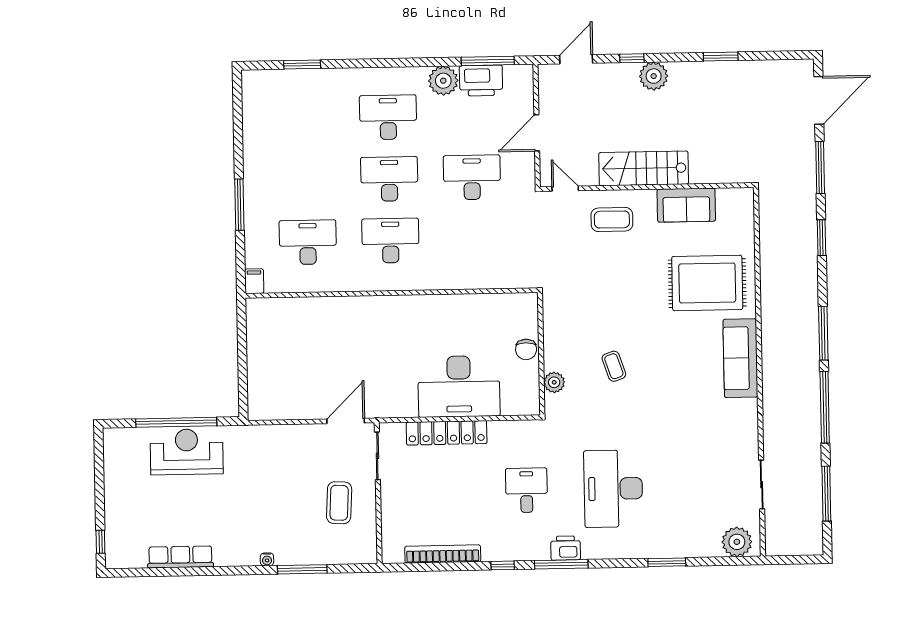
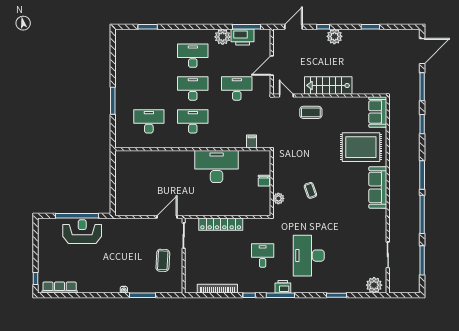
sofa: (686, 205) -> (378, 112), moved, turned 90
filing cabinet: (254, 281) -> (252, 142), moved
desk: (459, 386) -> (217, 166), moved, turned 180
row of seats: (180, 557) -> (60, 288), moved

